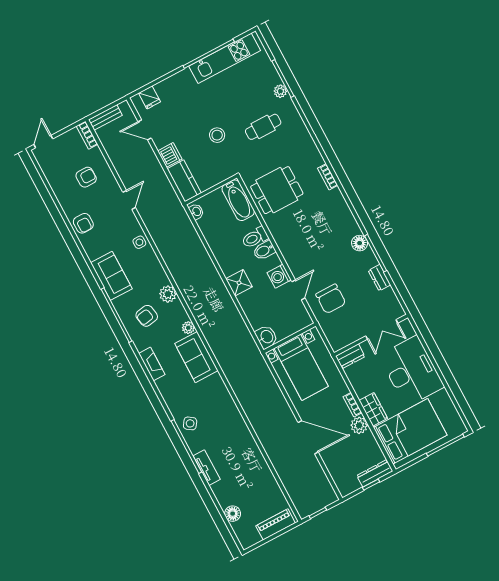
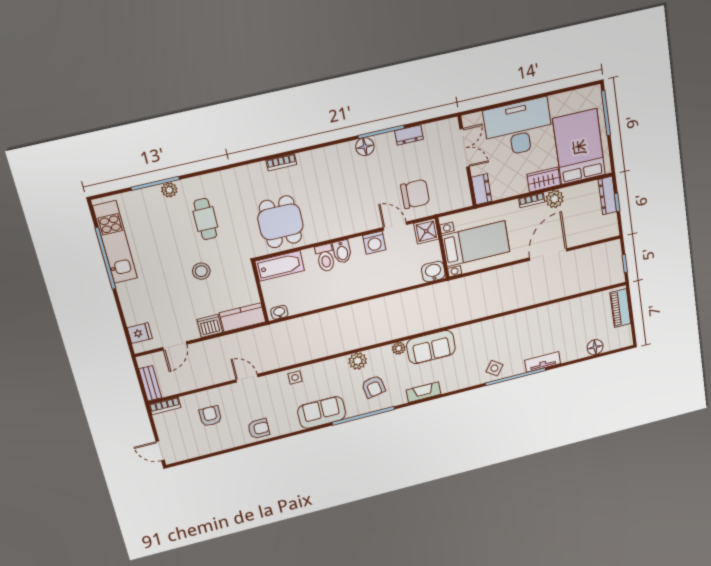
shower: (239, 283) -> (426, 231), moved

